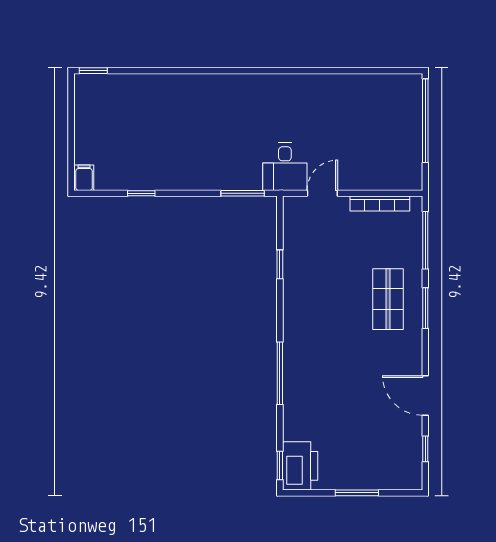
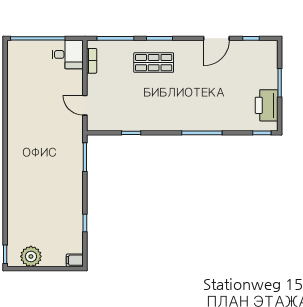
plant: (90, 110) -> (31, 256), added
desk: (285, 167) -> (68, 54), moved
bookcase: (380, 204) -> (92, 61), width x0.64
printer: (300, 466) -> (267, 105), moved, turned -90

